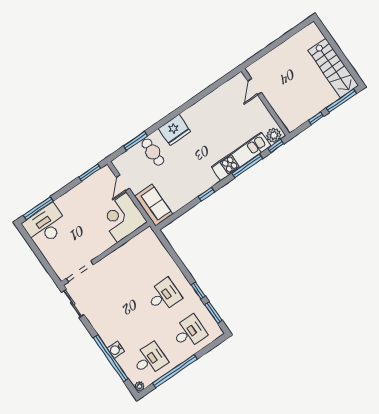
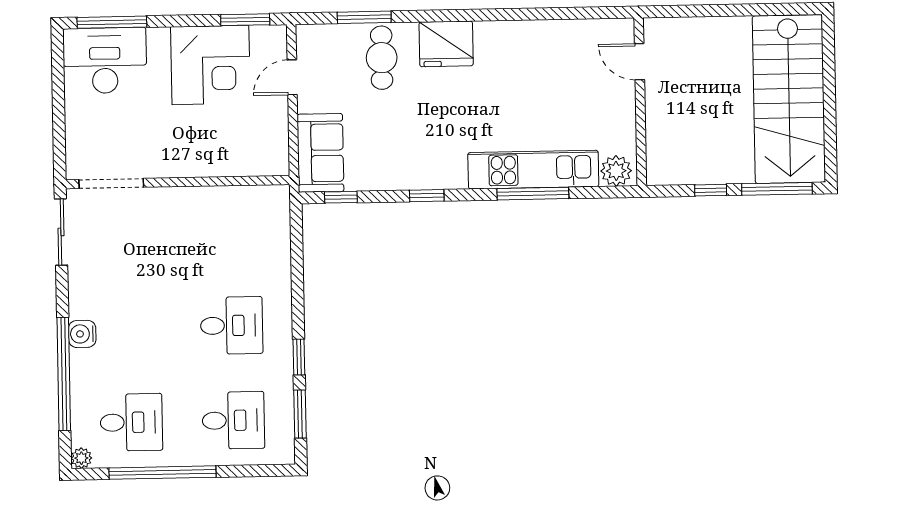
stairs: (333, 68) -> (789, 99), width x1.36, depth x1.51
door: (255, 87) -> (639, 62), hinge flipped
window: (276, 146) -> (341, 197), moved
corner desk: (122, 217) -> (210, 65), moved, turned 180
water cooler: (116, 350) -> (82, 334), moved

